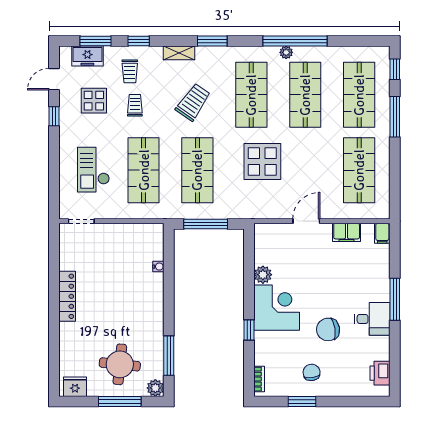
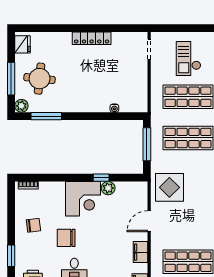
display table: (262, 161) -> (169, 187), moved
checkout: (93, 170) -> (189, 58), turned -90
door: (306, 221) -> (149, 221), swing flipped
chair: (328, 329) -> (66, 238), turned -81
window: (249, 330) -> (101, 178), moved
window: (302, 401) -> (11, 256), moved

